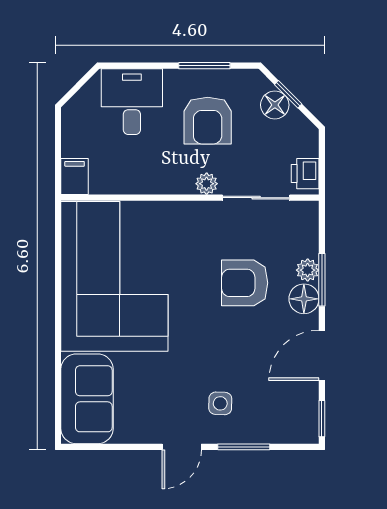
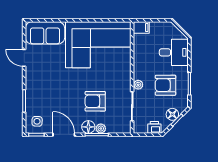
printer: (305, 174) -> (154, 127), moved
armchair: (245, 283) -> (95, 101), turned -90
side table: (220, 403) -> (37, 121), moved
door: (182, 447) -> (24, 58), moved

